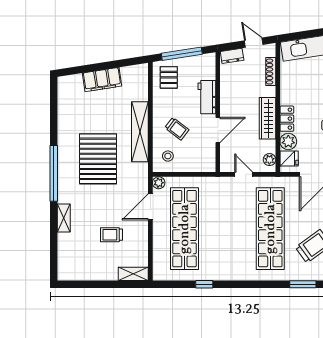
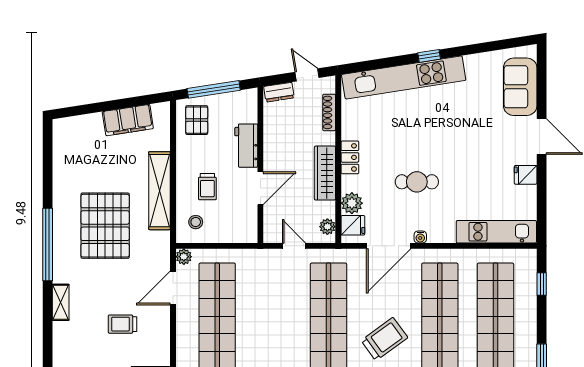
filing cabinet: (102, 80) -> (128, 120), moved
locker: (287, 119) -> (350, 157), moved
trolley: (177, 129) -> (207, 187), turned 52

